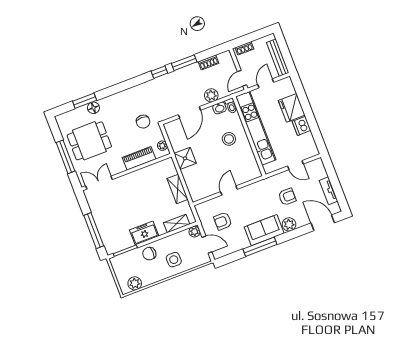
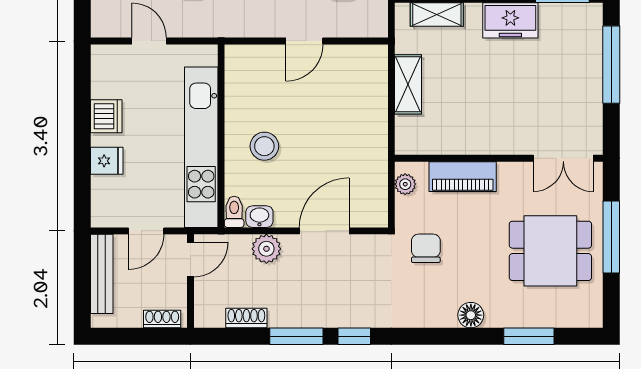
floor lamp: (93, 108) -> (471, 315), moved
fridge: (292, 108) -> (107, 161), width x0.53, depth x0.75
shower: (185, 158) -> (369, 141), removed

